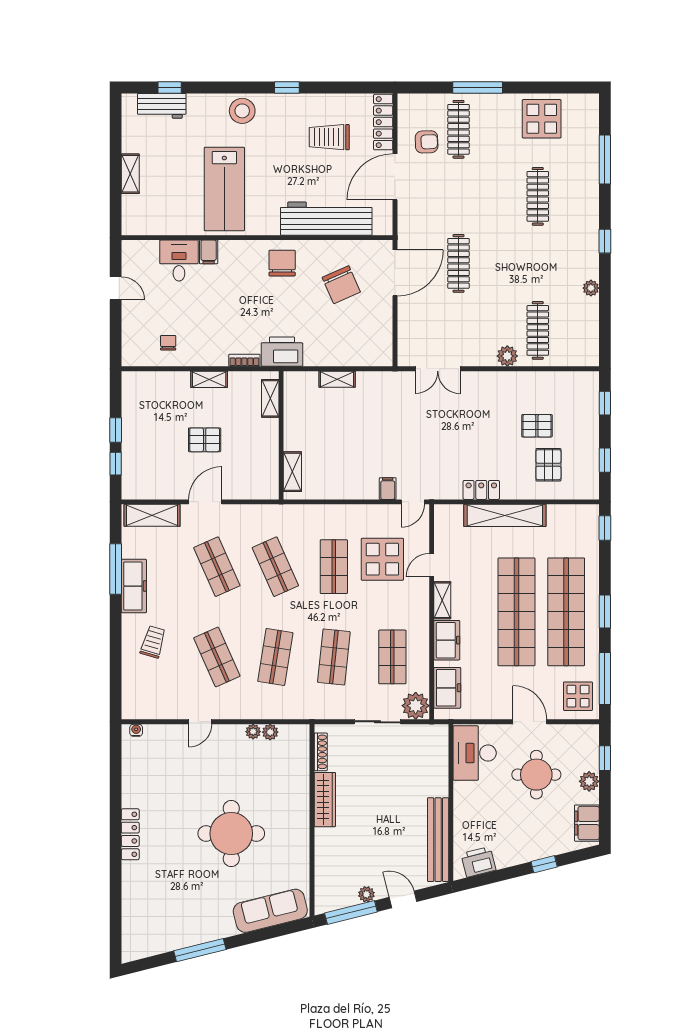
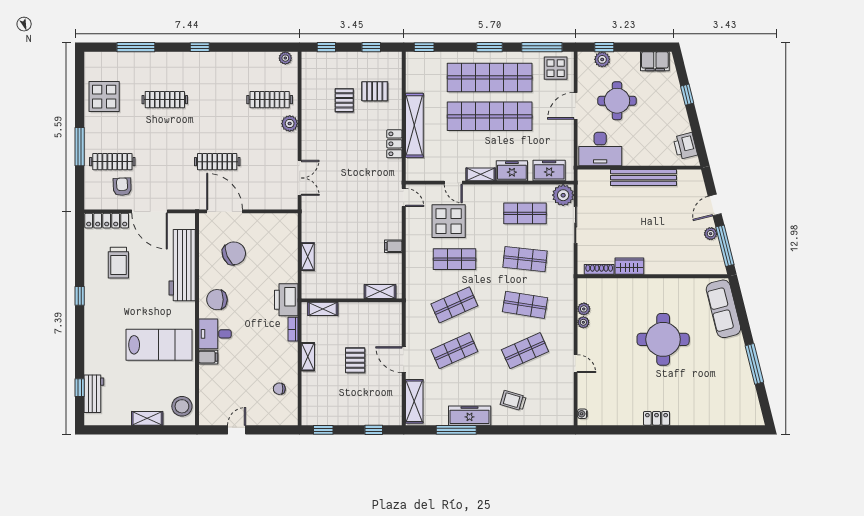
stool: (242, 111) -> (182, 406), moved
desk: (179, 261) -> (215, 334), moved
plant: (591, 288) -> (285, 58), moved
window: (116, 430) -> (323, 430), moved
filing cabinet: (388, 489) -> (393, 246), moved
plant: (589, 781) -> (602, 59), moved
wardrobe: (325, 800) -> (629, 266), width x0.67
locker: (130, 834) -> (656, 418), width x0.66
bench: (438, 840) -> (644, 178), moved

